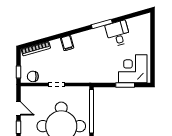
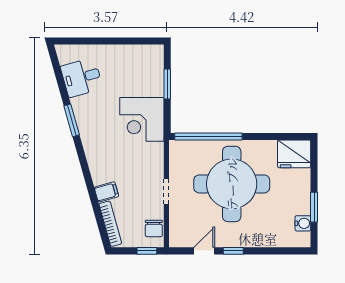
desk: (118, 33) -> (82, 77), moved
filing cabinet: (67, 43) -> (106, 192), moved
corner desk: (133, 69) -> (142, 119), moved

